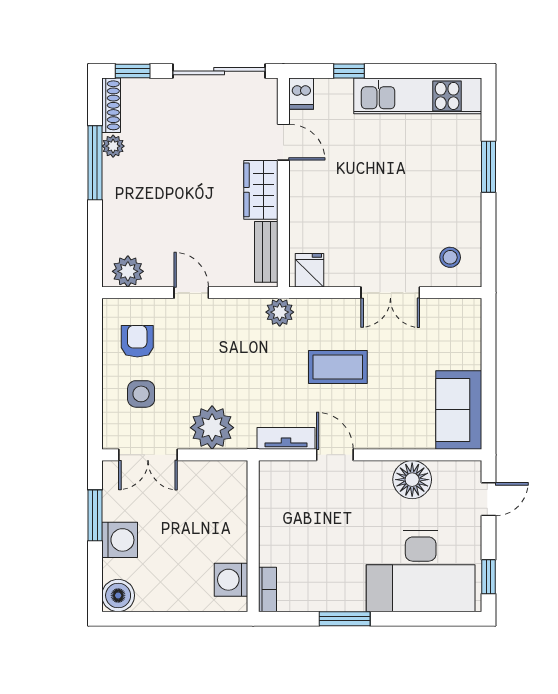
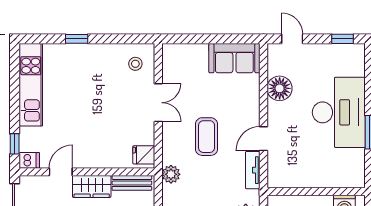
window: (349, 71) -> (15, 144), moved
window: (488, 167) -> (77, 39), width x0.67
desk: (421, 571) -> (339, 112), moved
bookcase: (268, 589) -> (351, 182), removed

